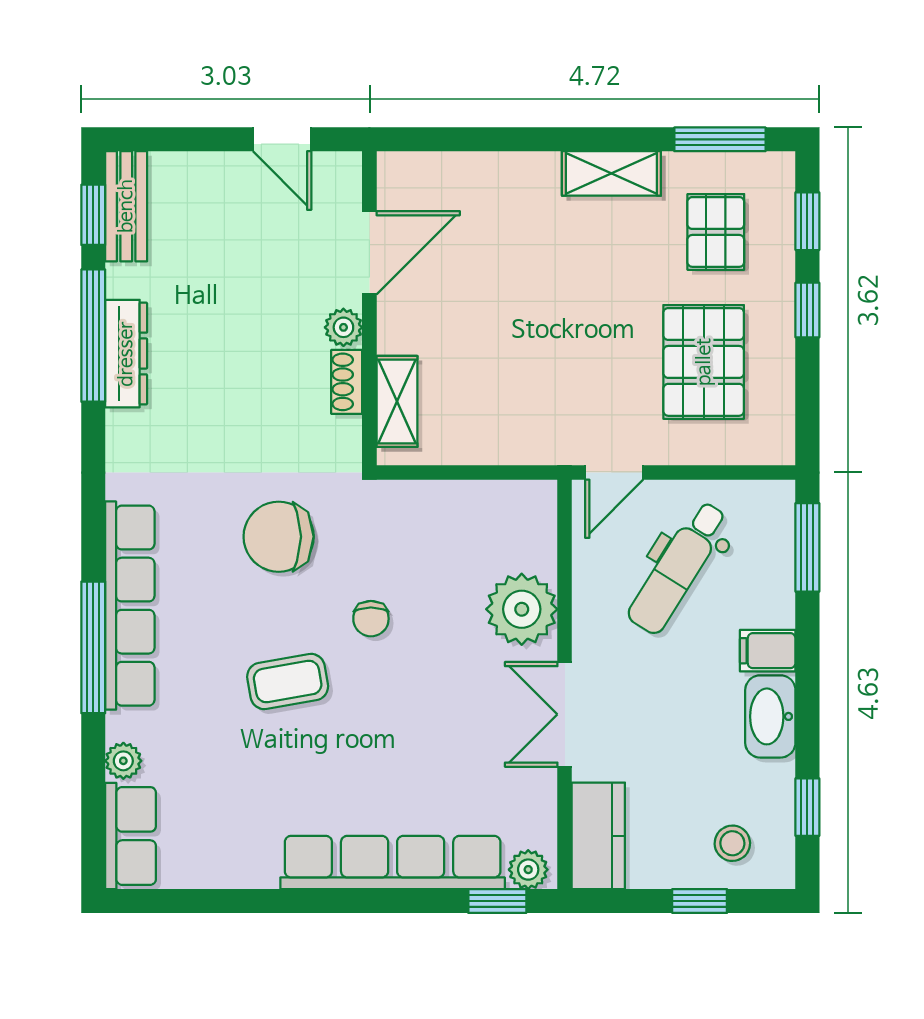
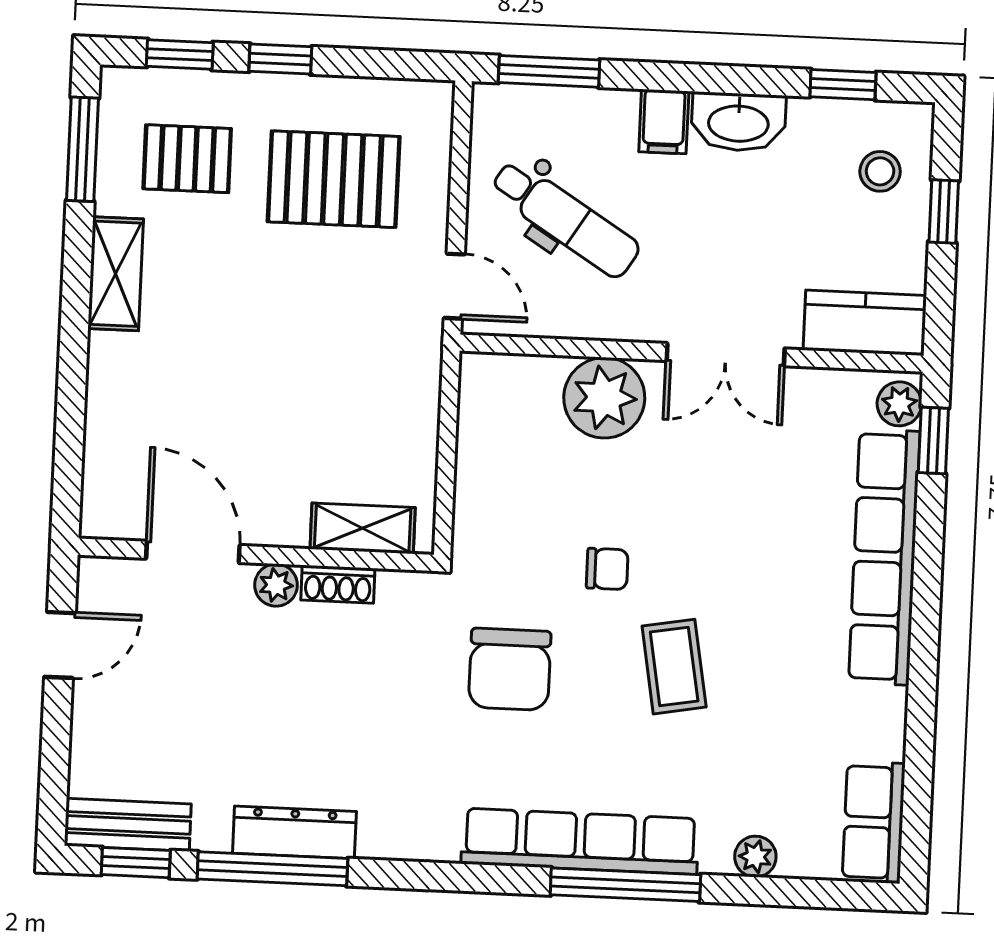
row of seats: (131, 836) -> (874, 822), moved, turned -90

